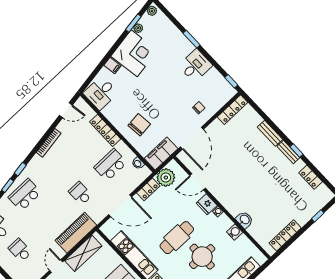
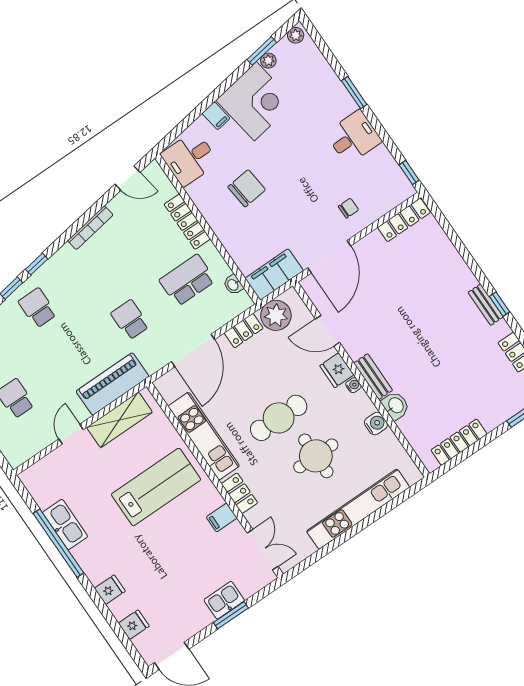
chair: (139, 125) -> (247, 188), moved
bench: (270, 133) -> (373, 377), moved
school desk: (25, 195) -> (38, 308), width x0.54
door: (120, 206) -> (193, 350), hinge flipped

